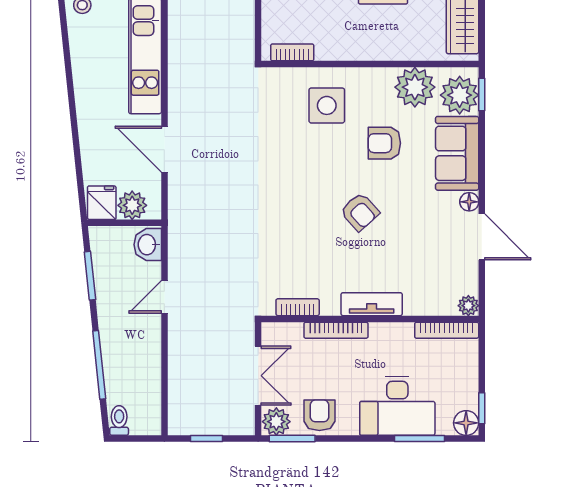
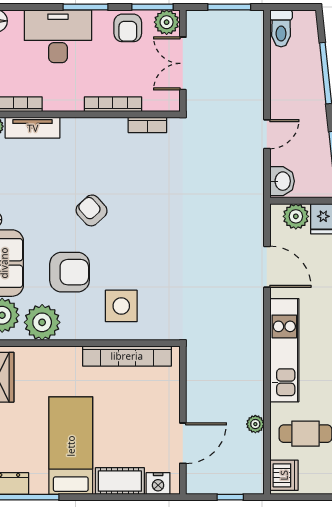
bookcase: (292, 52) -> (127, 356), width x2.31, depth x1.31
armchair: (384, 143) -> (70, 272), width x1.38, depth x1.38
tv unit: (372, 304) -> (33, 128), moved
toilet: (119, 420) -> (281, 28), moved, width x1.37, depth x1.39
window: (206, 439) -> (229, 7), width x1.50
window: (420, 439) -> (86, 7), moved

